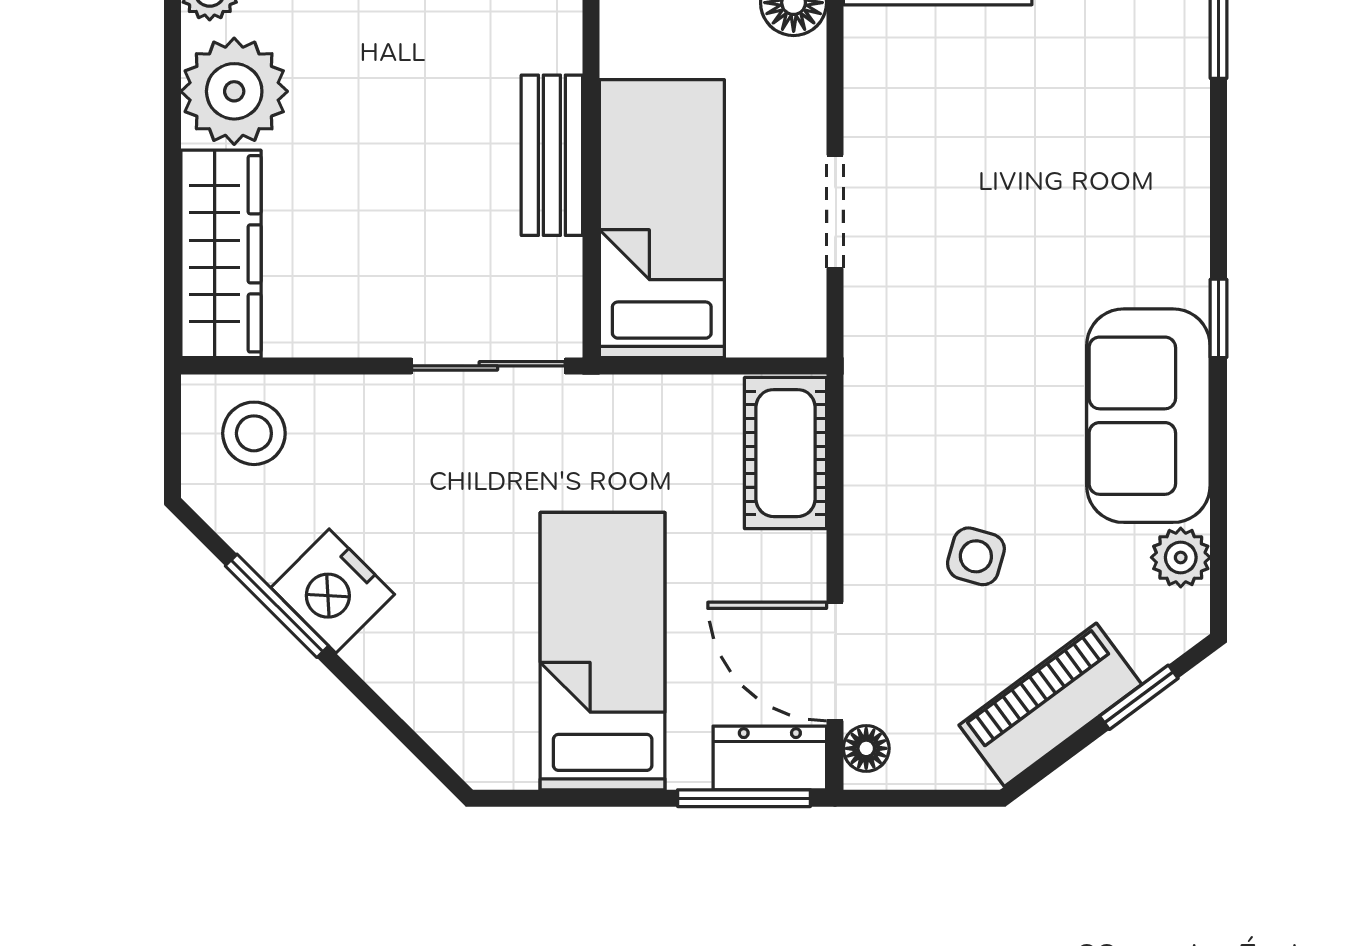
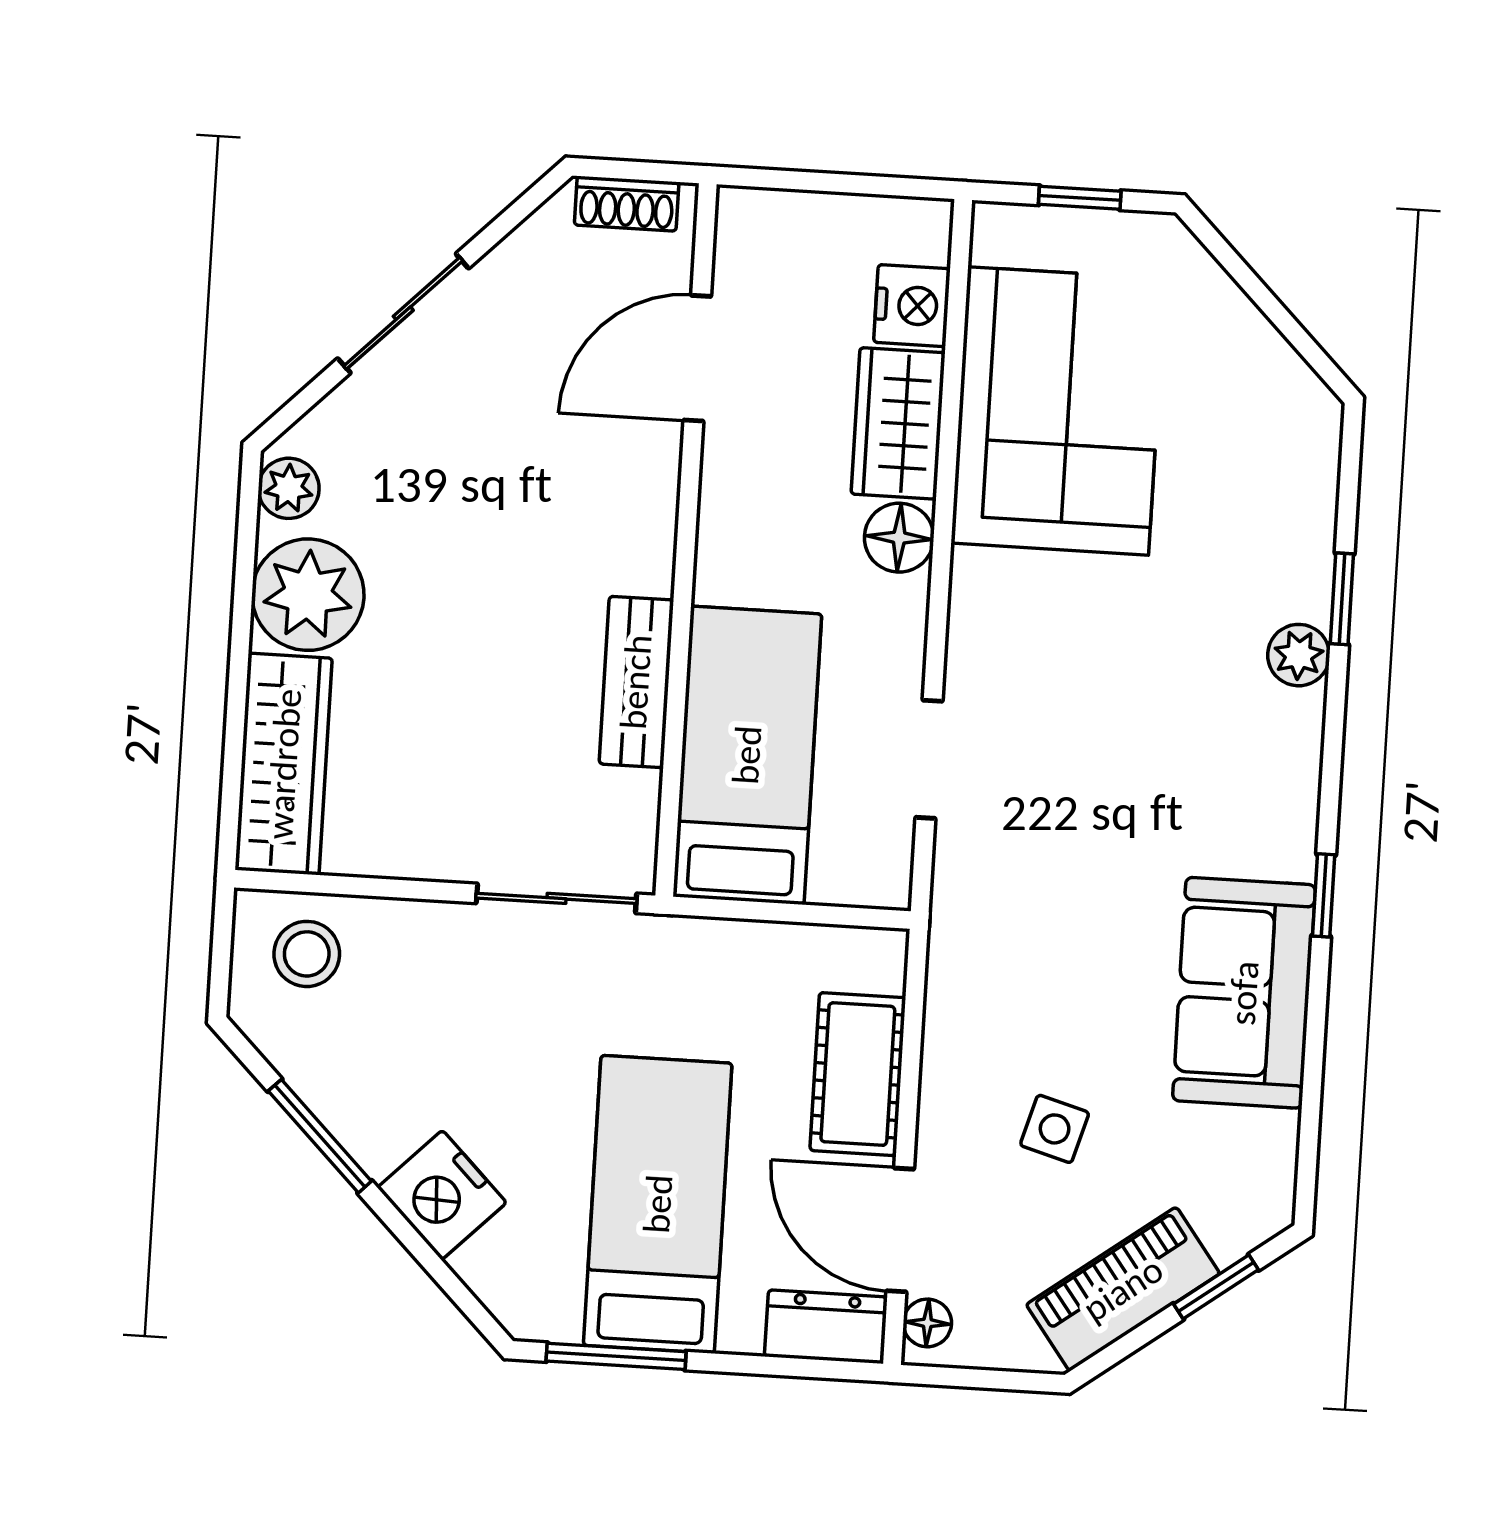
cot: (785, 453) -> (858, 1074), moved
plant: (1181, 557) -> (1299, 655), moved
nightstand: (333, 591) -> (442, 1195), moved
window: (744, 798) -> (616, 1356), moved

